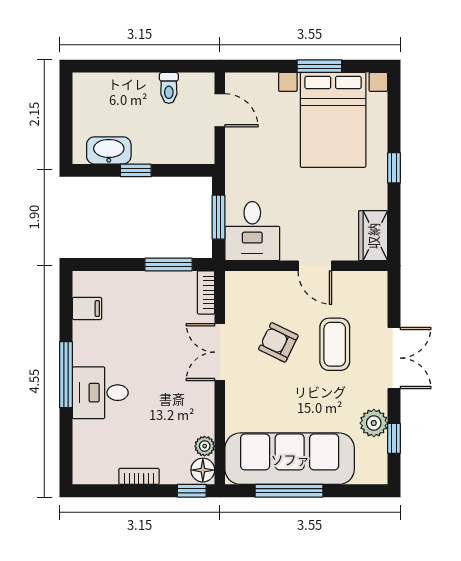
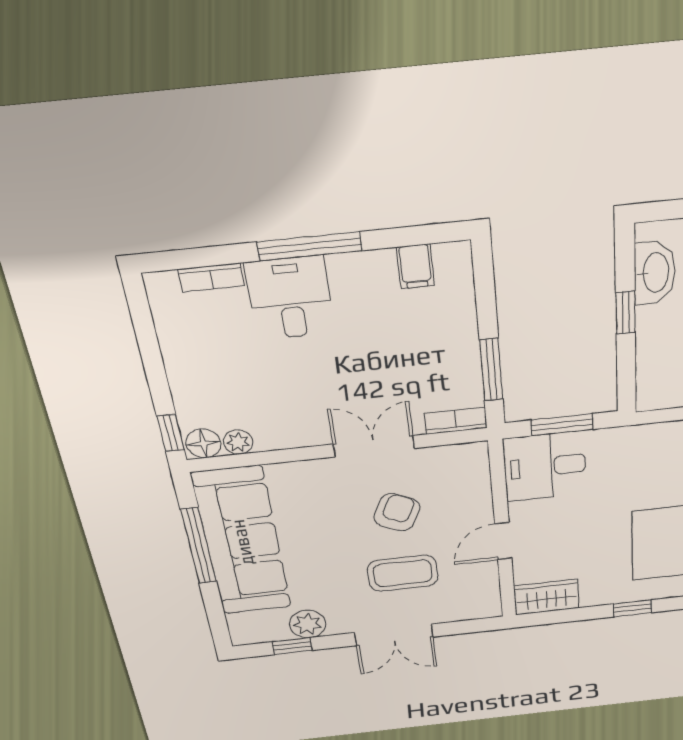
bookcase: (139, 476) -> (211, 278), moved, turned 90

